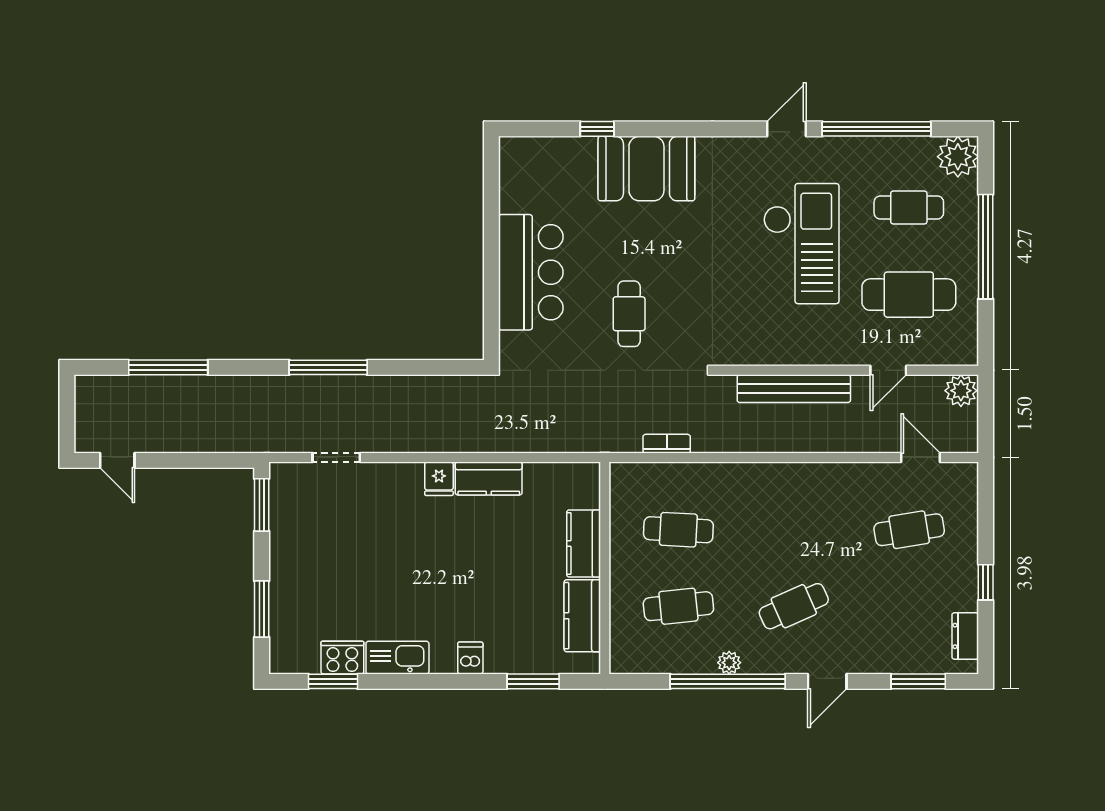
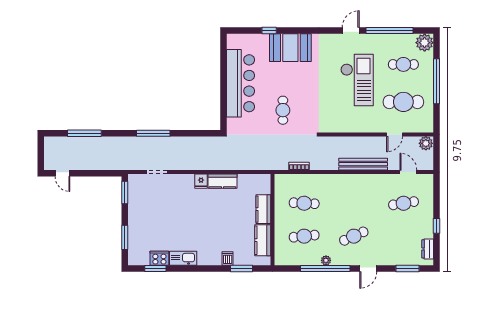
bar counter: (531, 272) -> (241, 83), width x1.36
bench: (794, 389) -> (363, 164), moved
dishwasher: (470, 658) -> (228, 258), moved

